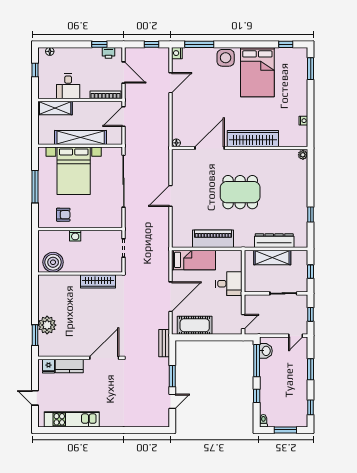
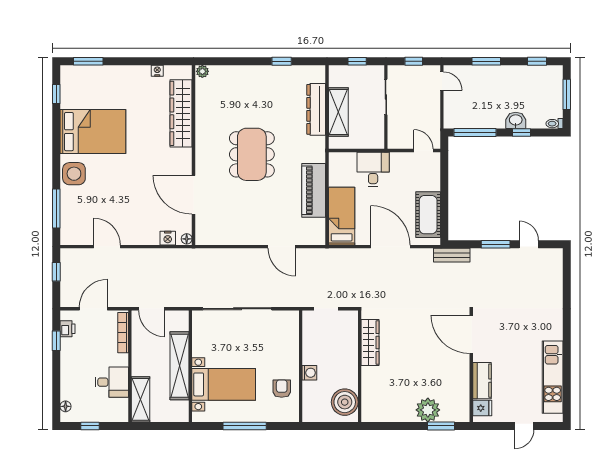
nightstand: (177, 53) -> (168, 238), moved
wardrobe: (253, 139) -> (181, 113), moved
bed with nightstands: (74, 171) -> (224, 384), width x0.73
door: (170, 196) -> (282, 247), moved
washbasin: (266, 351) -> (516, 120), moved

